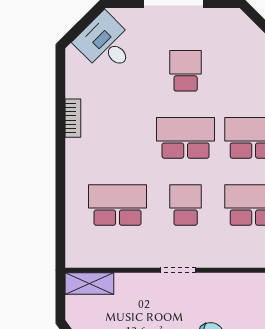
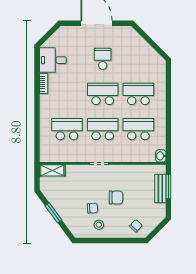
desk: (106, 44) -> (53, 60), moved, turned -45
school desk: (186, 205) -> (103, 129), width x1.85

